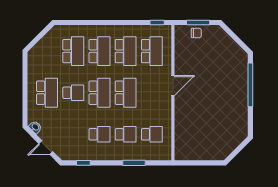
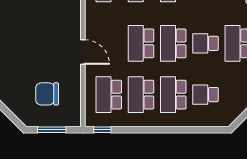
chair: (196, 33) -> (47, 94), moved, width x1.87, depth x1.87
school desk: (73, 51) -> (206, 95), width x0.54
door: (173, 86) -> (83, 52), swing flipped

